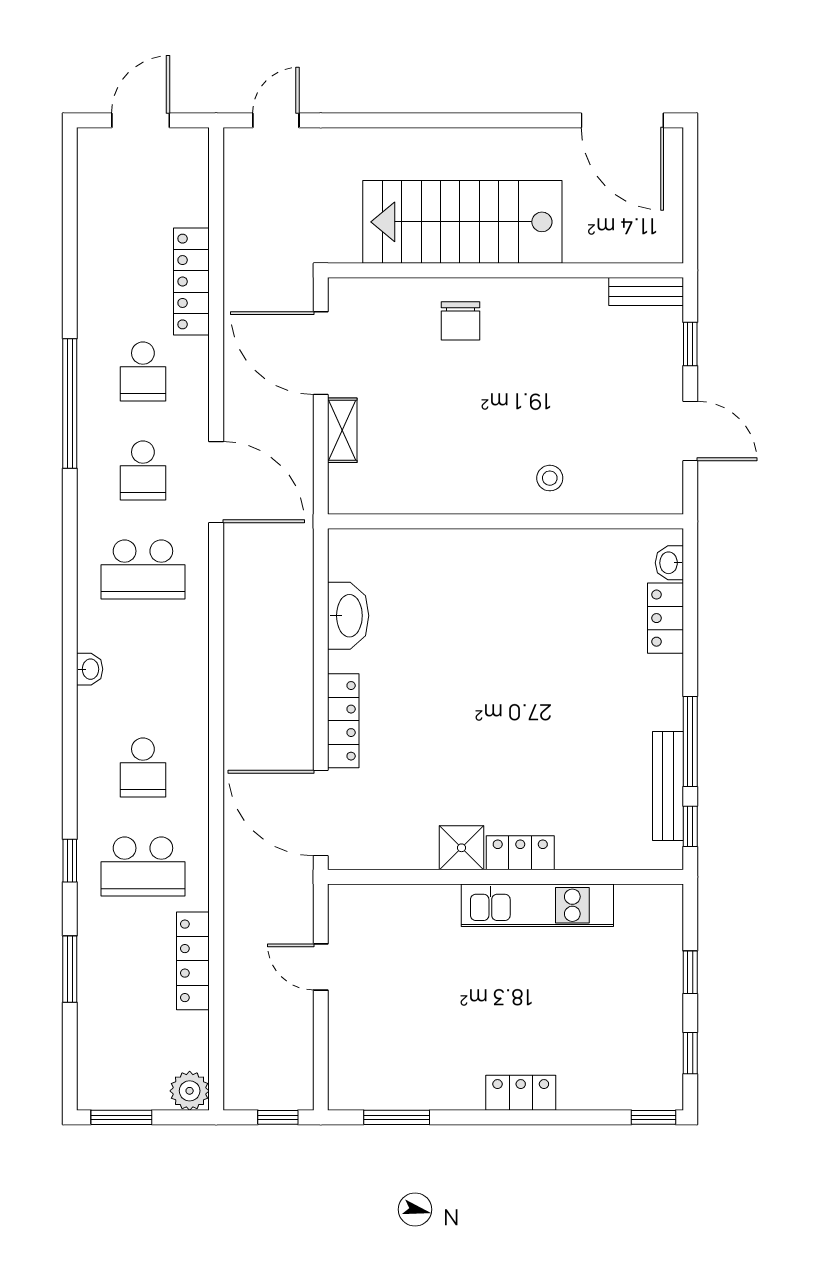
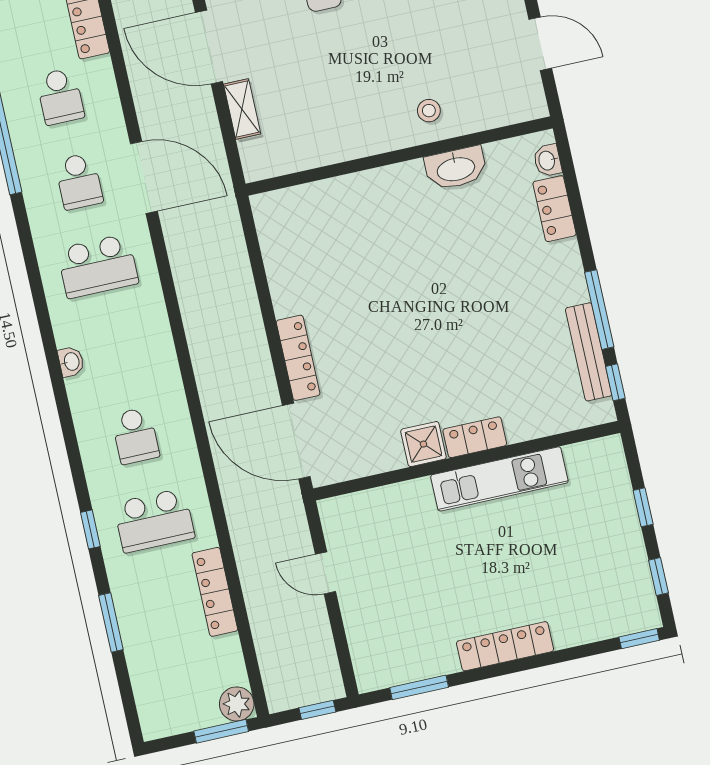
washbasin: (348, 616) -> (456, 168), moved, turned 90
locker: (521, 1093) -> (505, 646), width x1.53
window: (121, 1117) -> (221, 731), moved

